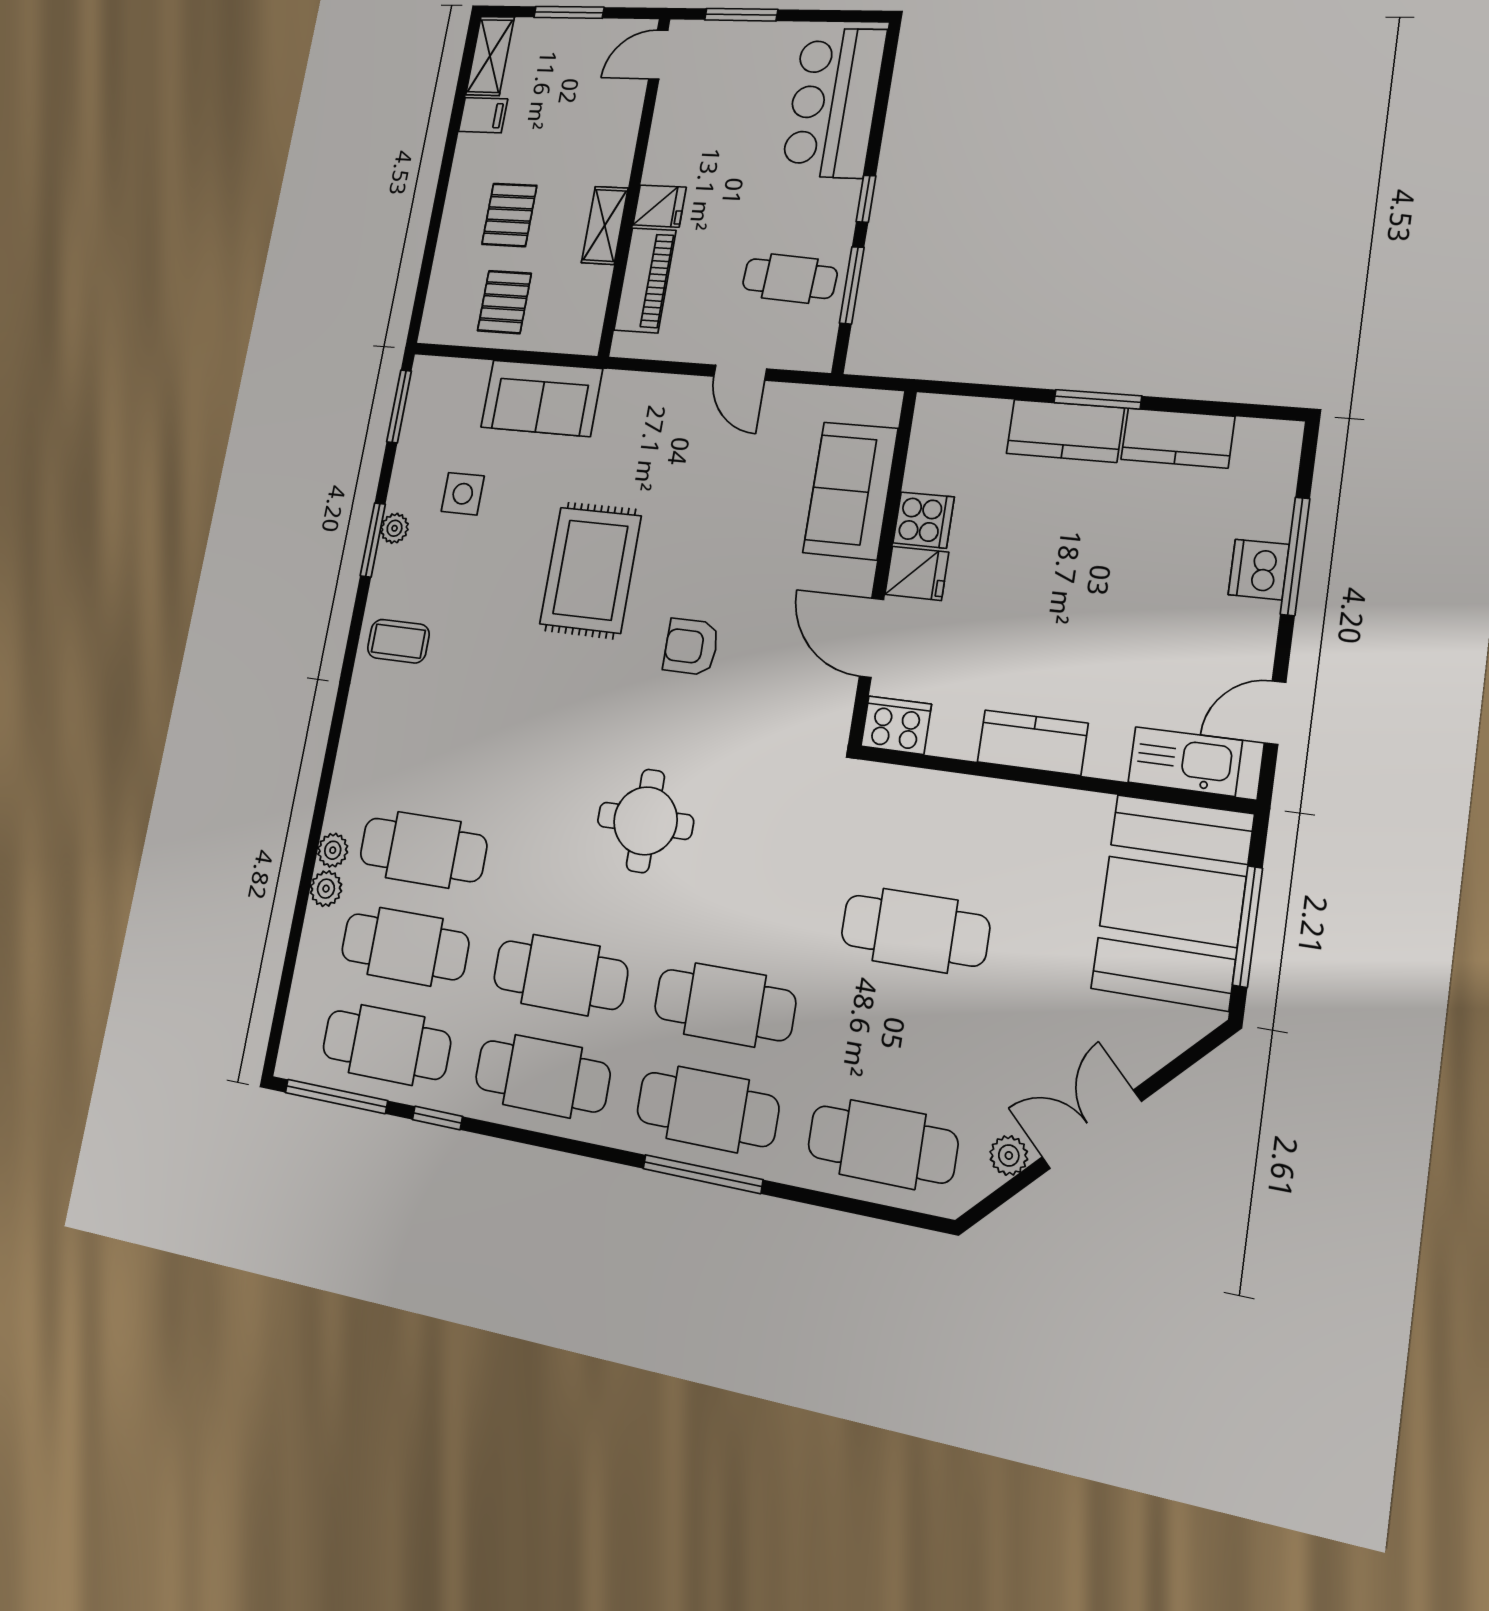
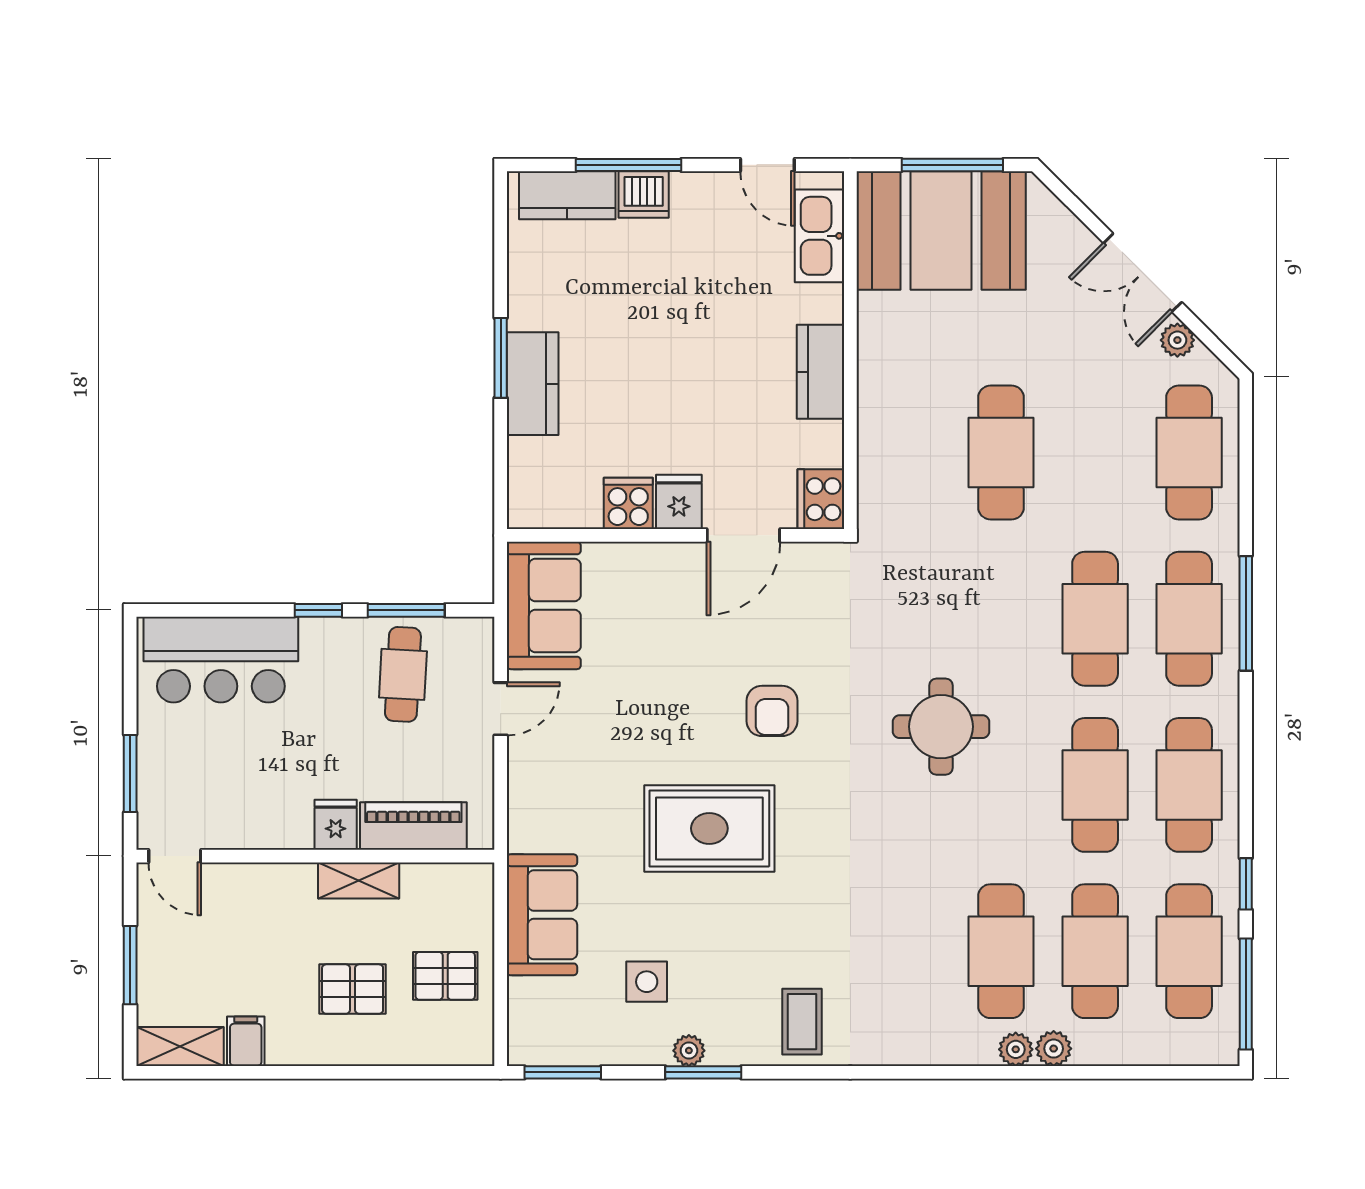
kitchen counter: (1178, 438) -> (567, 195), moved, turned 90
sofa: (850, 491) -> (544, 606), moved, turned -90

